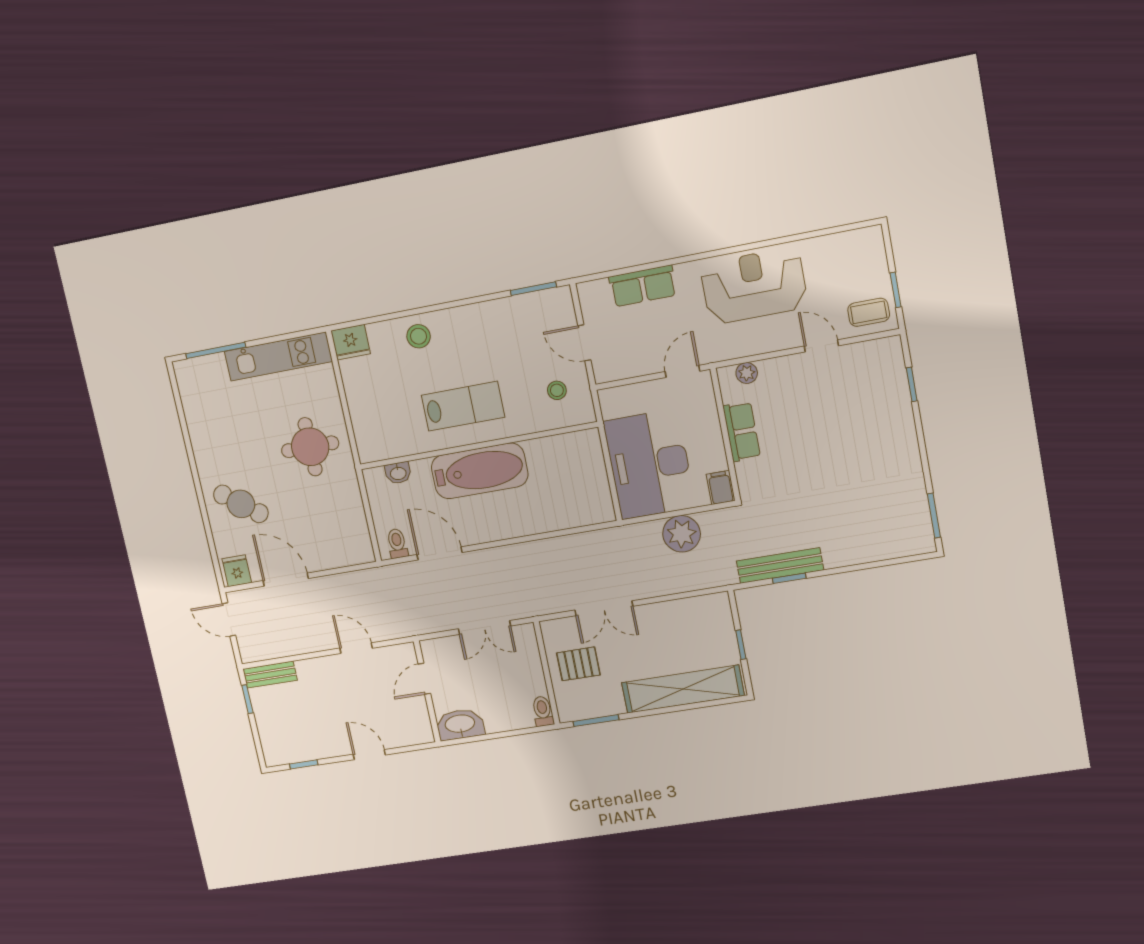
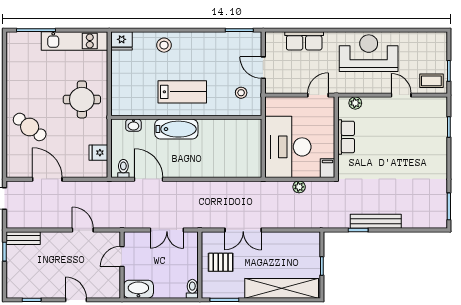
bathtub: (480, 471) -> (176, 129), width x0.73, depth x0.73
plant: (682, 534) -> (299, 187), width x0.53, depth x0.53
bench: (780, 566) -> (376, 221), moved
fridge: (237, 571) -> (98, 153), moved, turned -90

